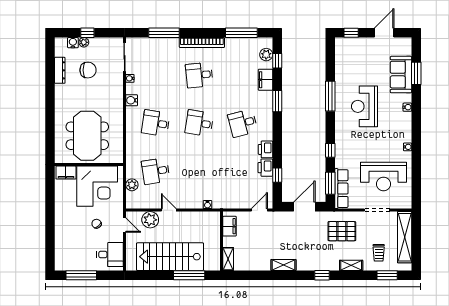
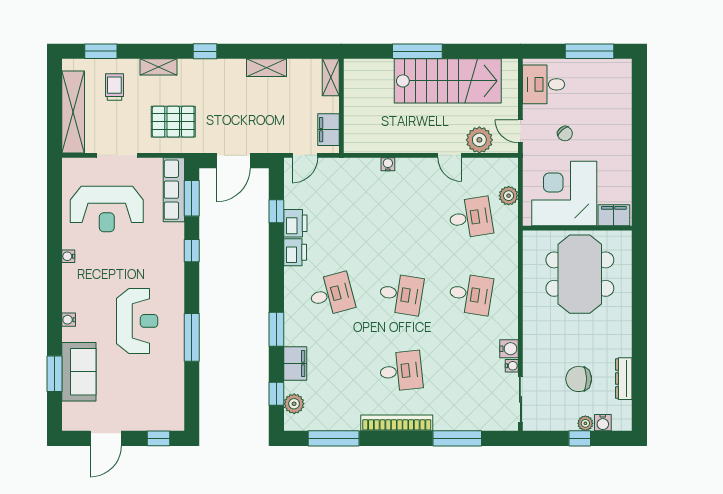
water cooler: (132, 100) -> (509, 349), moved
reception desk: (383, 177) -> (107, 209), turned 180
filing cabinet: (229, 226) -> (328, 130), moved
wall: (221, 241) -> (341, 106), moved
shelving: (228, 259) -> (331, 77), moved

